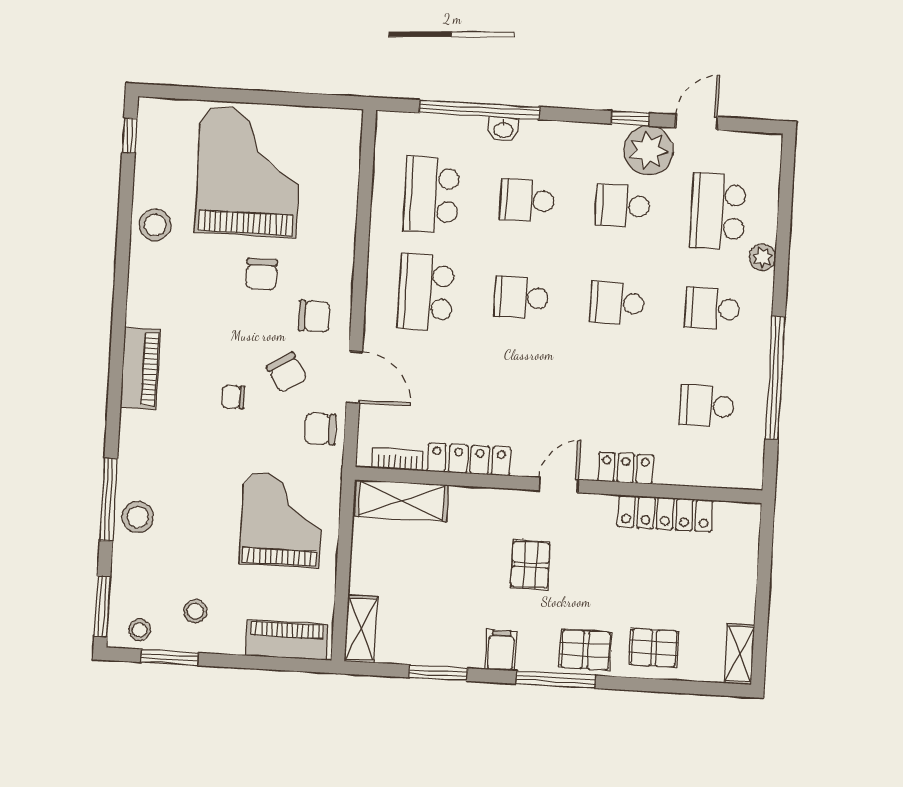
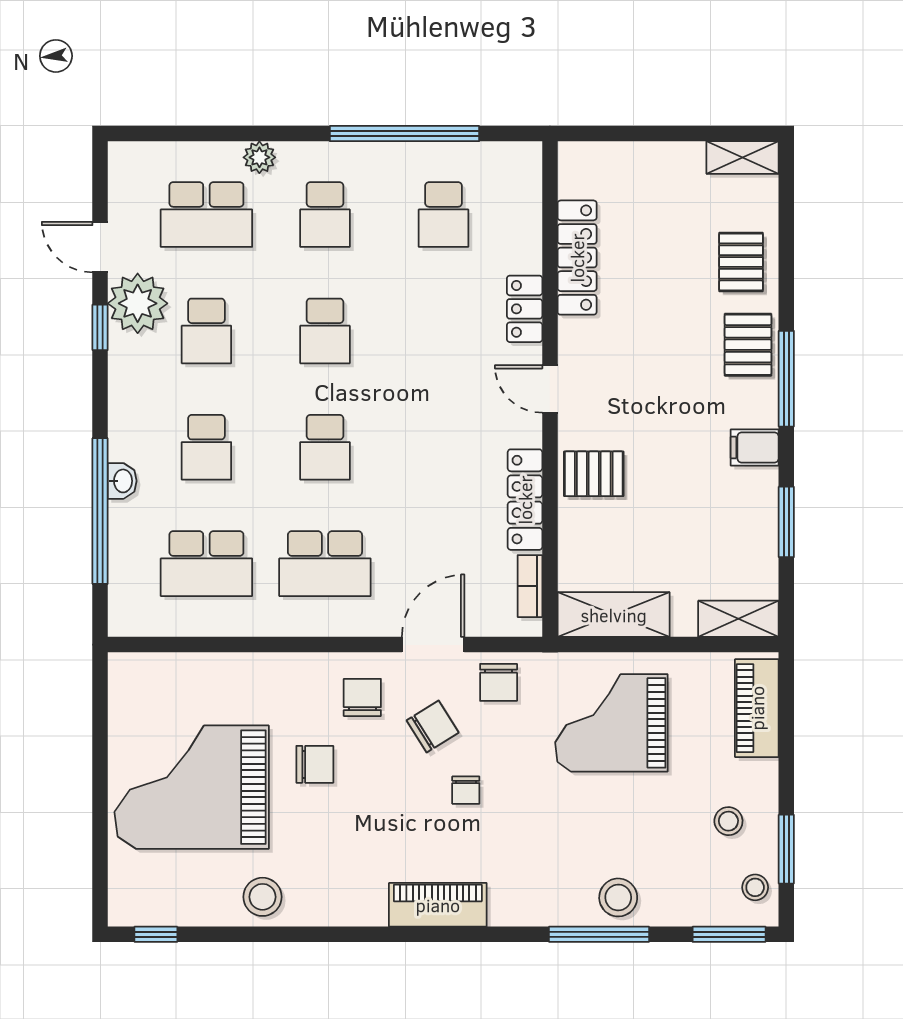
shelving: (402, 501) -> (614, 615), moved, turned 90
pallet: (530, 565) -> (594, 474), moved

